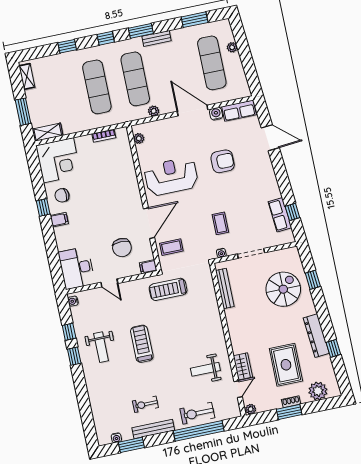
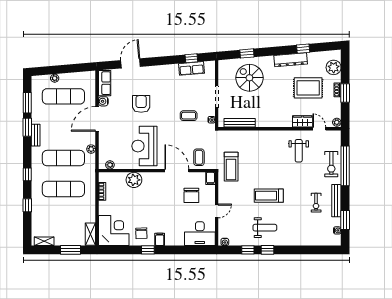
window: (141, 31) -> (27, 127), moved
plant: (126, 172) -> (134, 180), added
chair: (122, 248) -> (191, 195), turned 90

